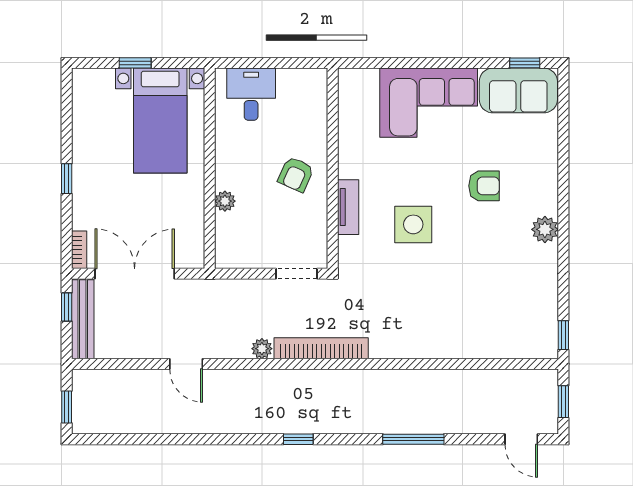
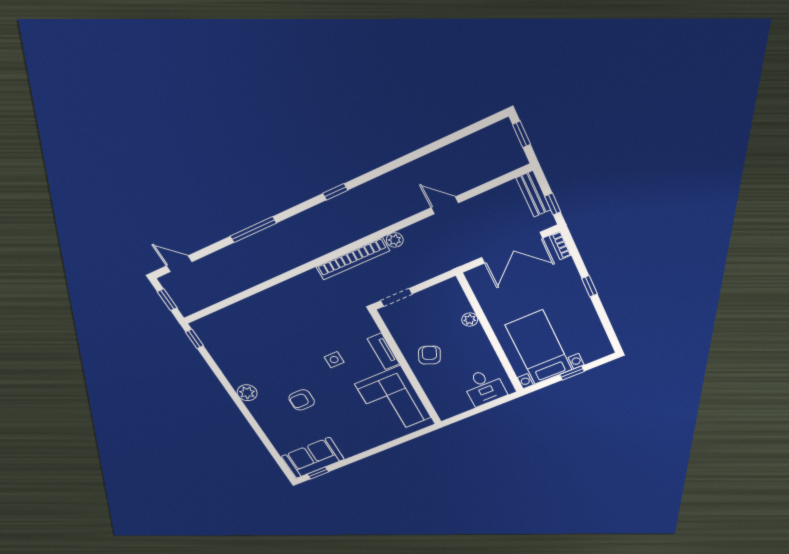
corner sofa: (429, 103) -> (393, 401), moved, turned -90
side table: (413, 224) -> (334, 360), width x0.54, depth x0.54
bench: (83, 319) -> (533, 194), width x0.73

